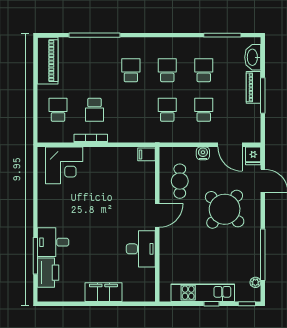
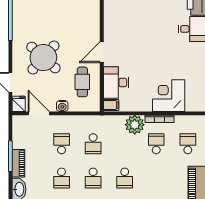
school desk: (58, 110) -> (188, 144), turned 180
school desk: (204, 110) -> (62, 144), turned 180
plant: (119, 132) -> (135, 125), added
corner desk: (64, 165) -> (169, 96), moved
desk: (141, 249) -> (116, 82), moved

